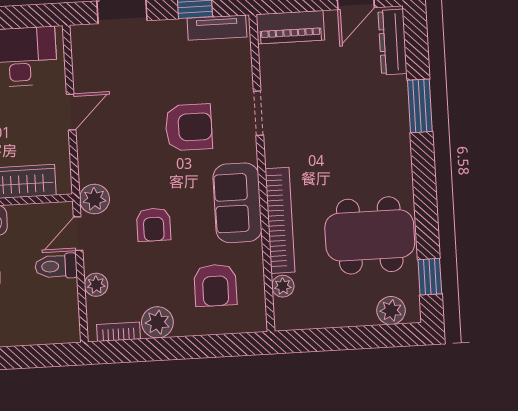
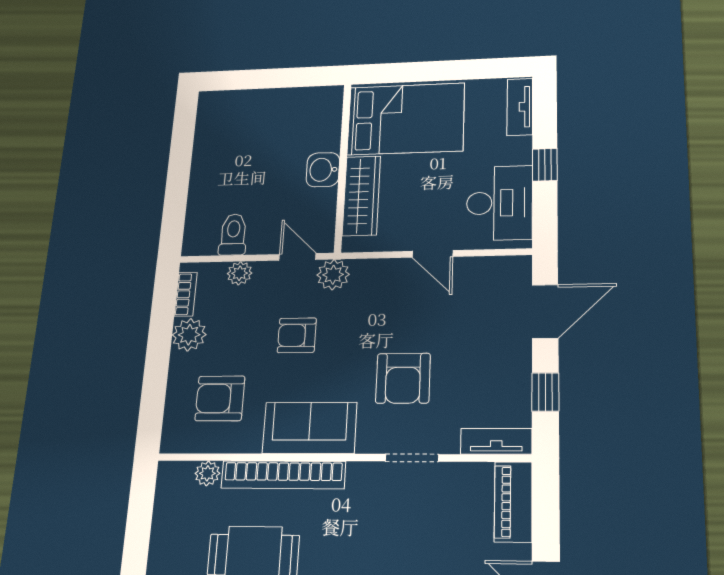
tv unit: (217, 28) -> (496, 441), moved, turned 90
toilet: (56, 266) -> (233, 235), moved

